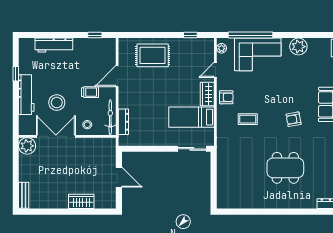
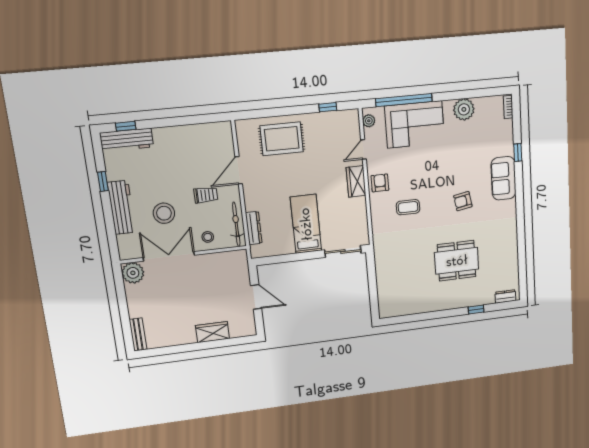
window: (95, 35) -> (126, 126), moved
workbench: (54, 45) -> (127, 140), moved
armchair: (226, 97) -> (380, 183), turned -90
bed: (192, 117) -> (306, 224), moved, turned 90
window: (300, 212) -> (476, 309), added

